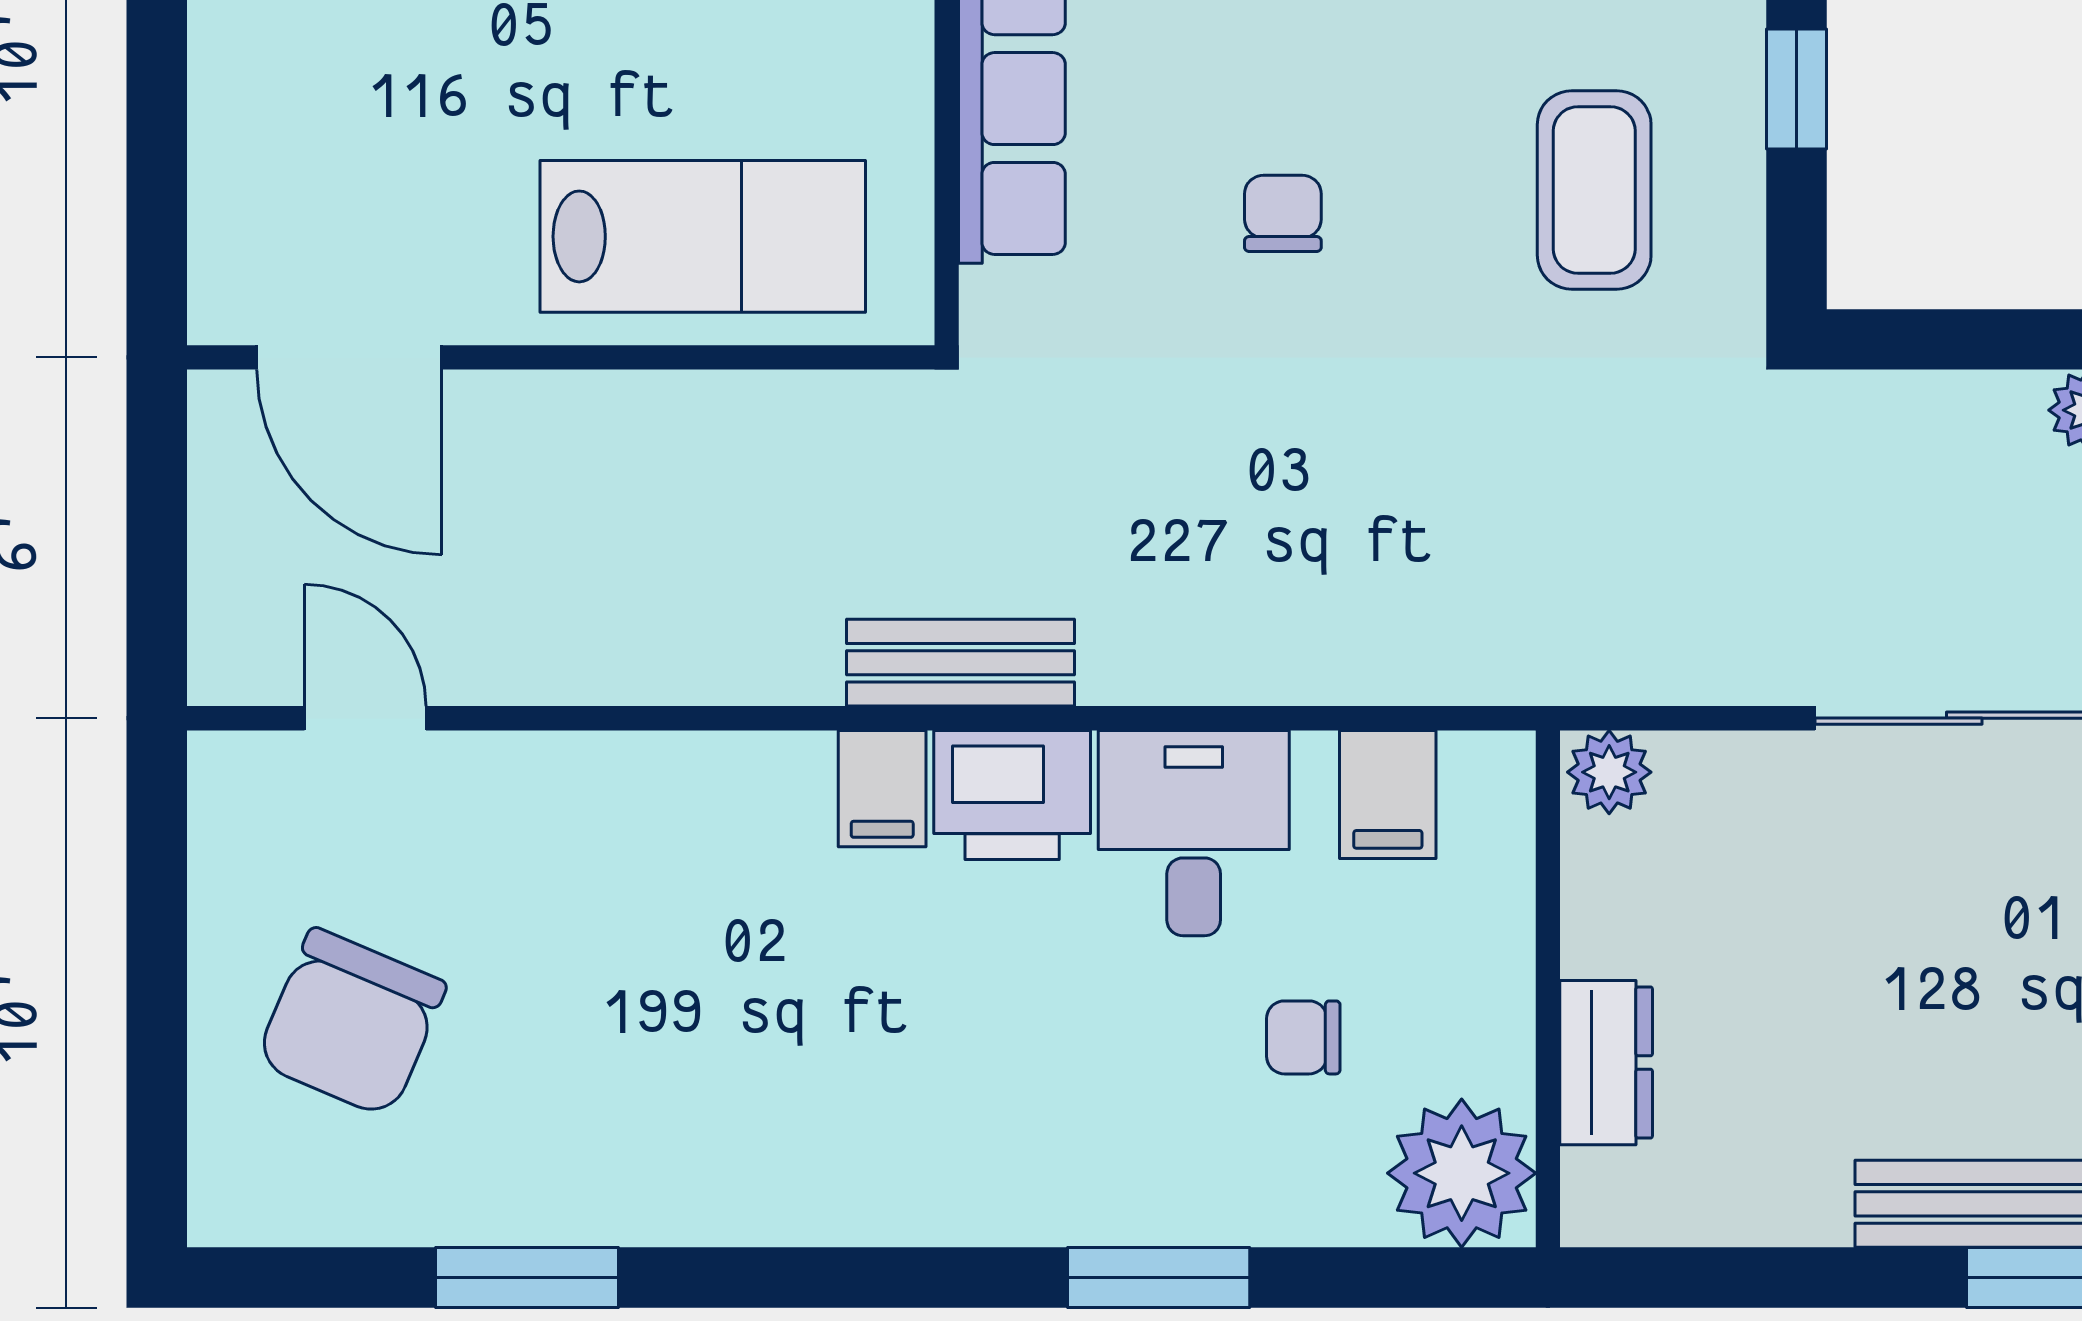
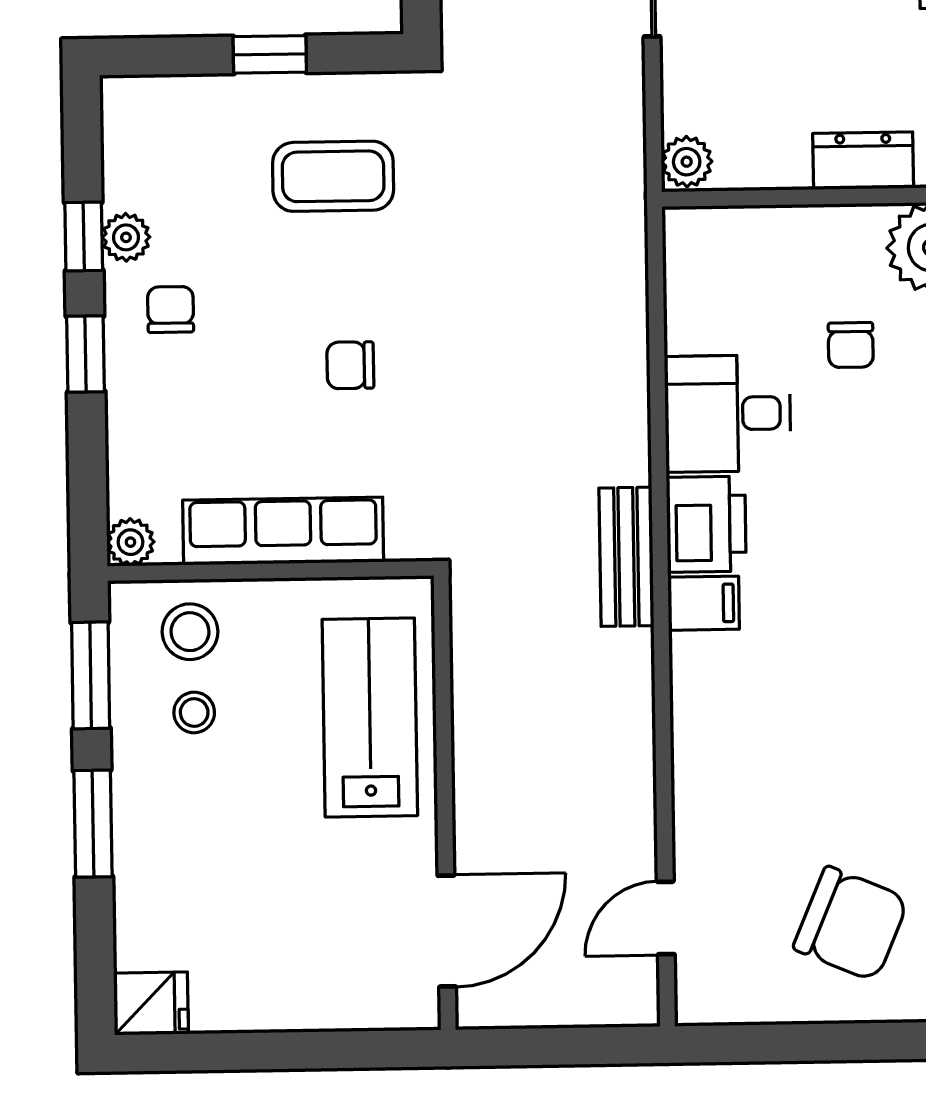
filing cabinet: (1388, 794) -> (702, 296), removed

